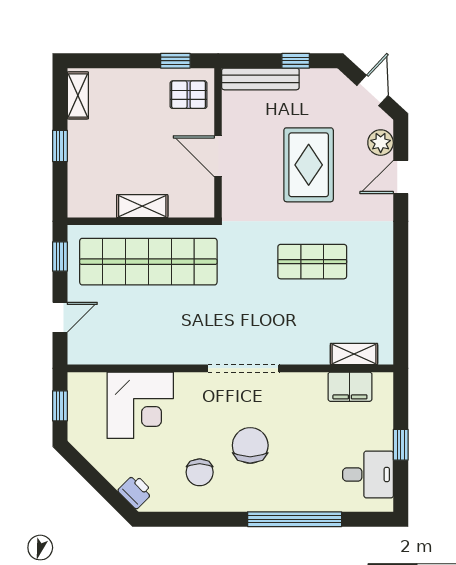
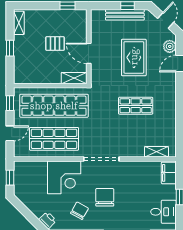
bench: (260, 79) -> (125, 15), moved
pallet: (189, 95) -> (55, 44), moved
shelving: (142, 206) -> (74, 78), moved
shop shelf: (148, 328) -> (54, 139), added
filing cabinet: (350, 387) -> (169, 173), moved, turned 90
corner desk: (140, 405) -> (64, 177), moved
chair: (200, 472) -> (80, 211), turned -151

